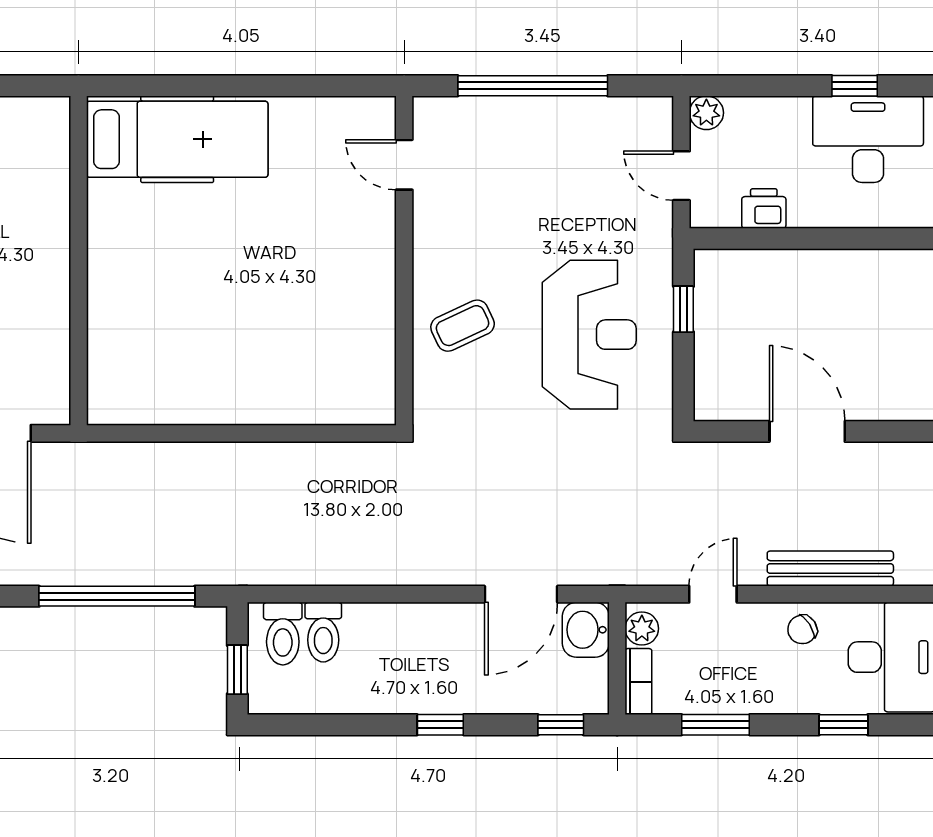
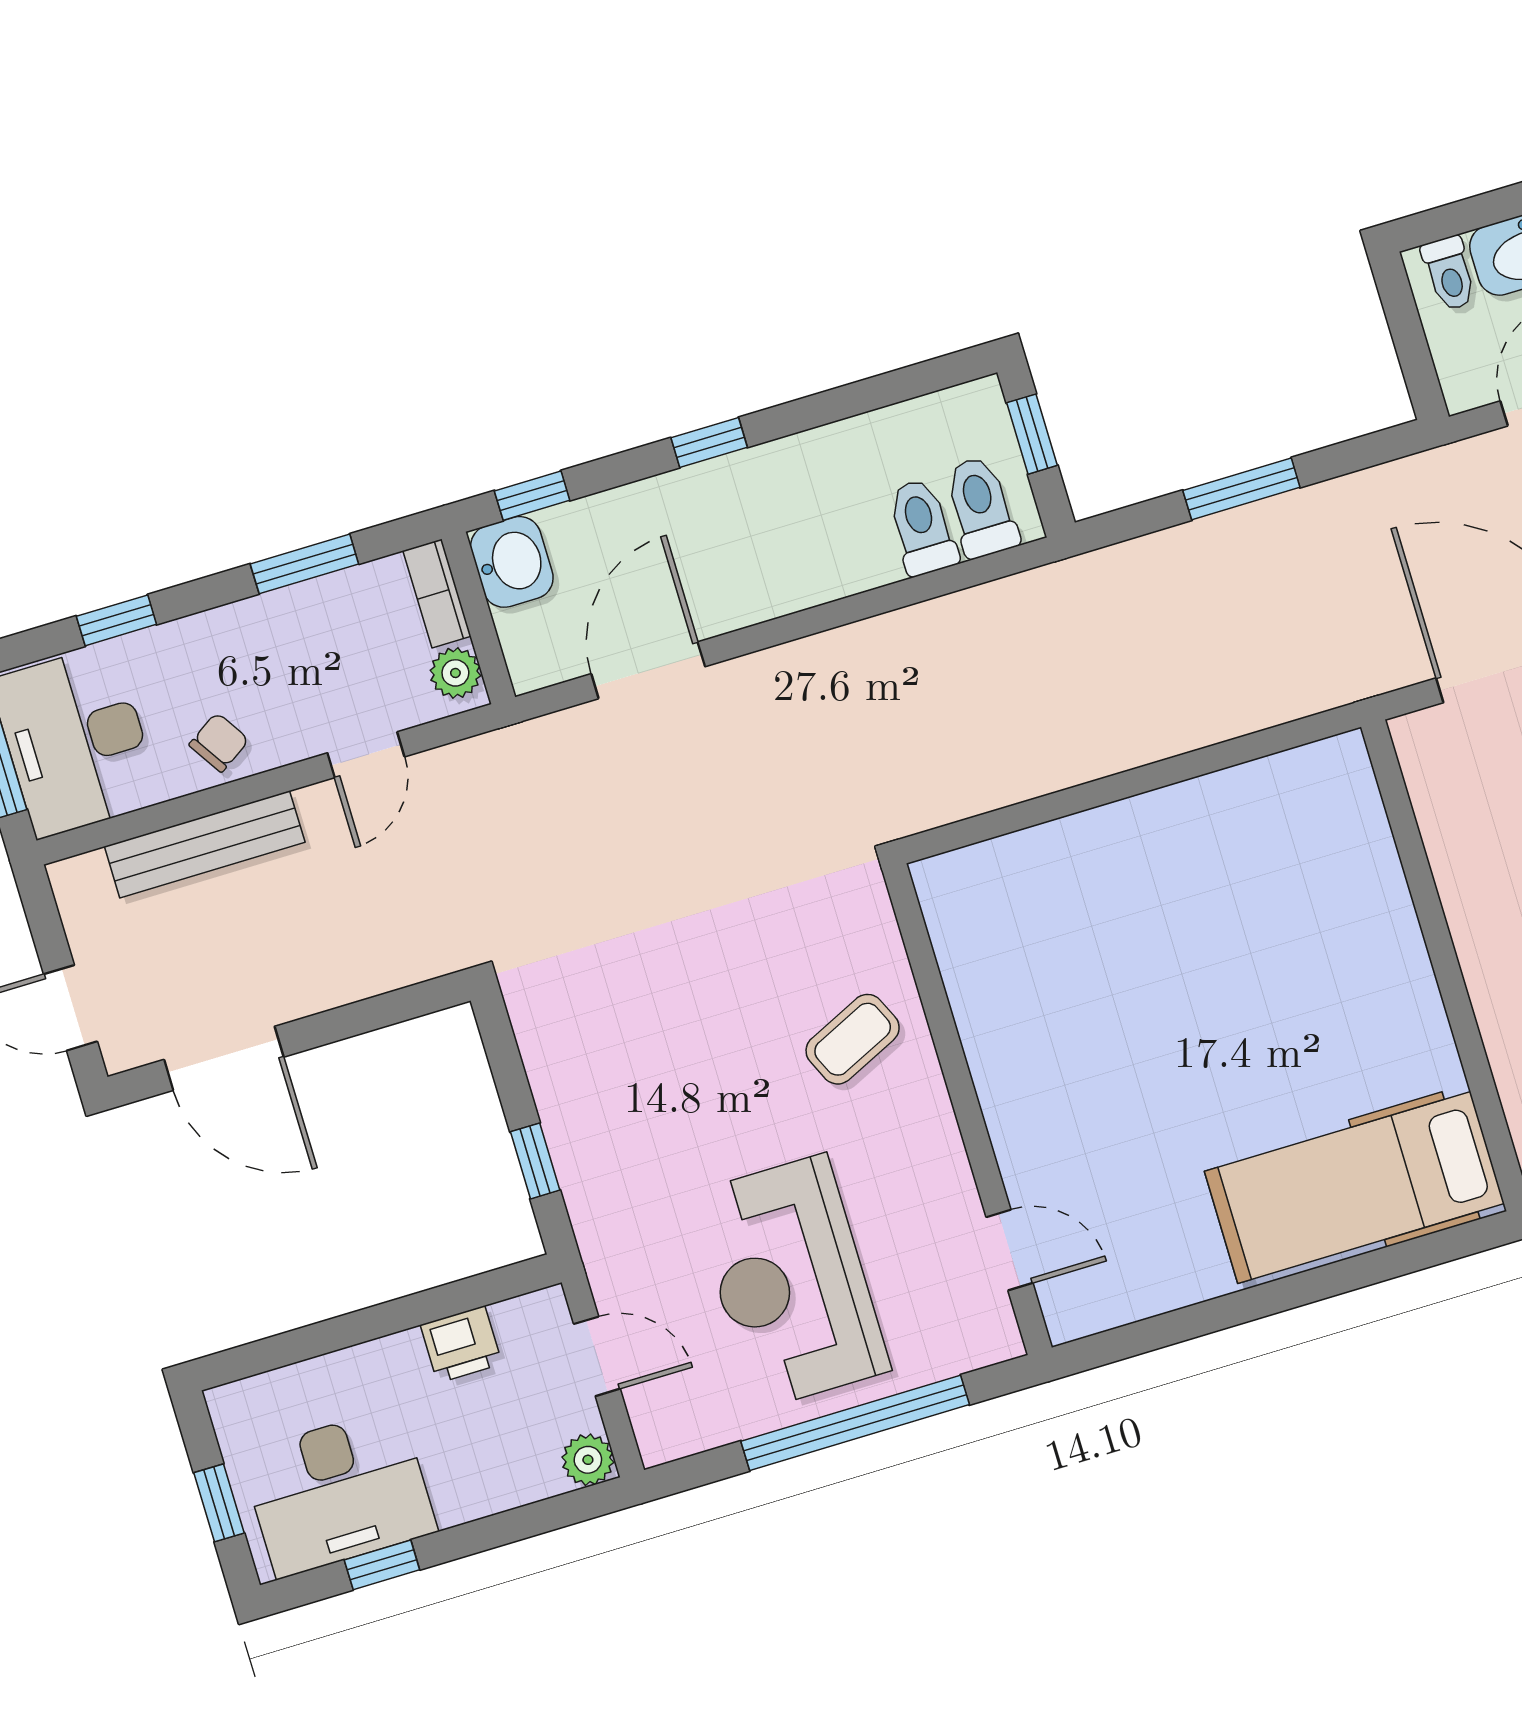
reception desk: (589, 335) -> (791, 1282), moved
door: (807, 431) -> (224, 1058), moved
window: (117, 596) -> (1241, 489), width x0.47
washbasin: (586, 630) -> (512, 562), moved

